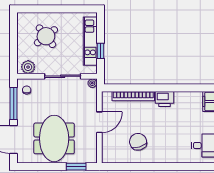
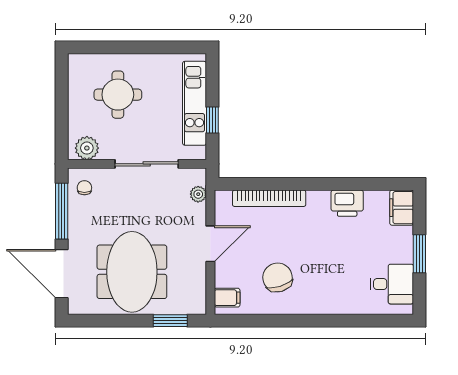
round table: (46, 36) -> (118, 95), turned 38
plant: (92, 83) -> (198, 194), moved
printer: (164, 99) -> (347, 203), moved
filing cabinet: (109, 153) -> (227, 298), added

